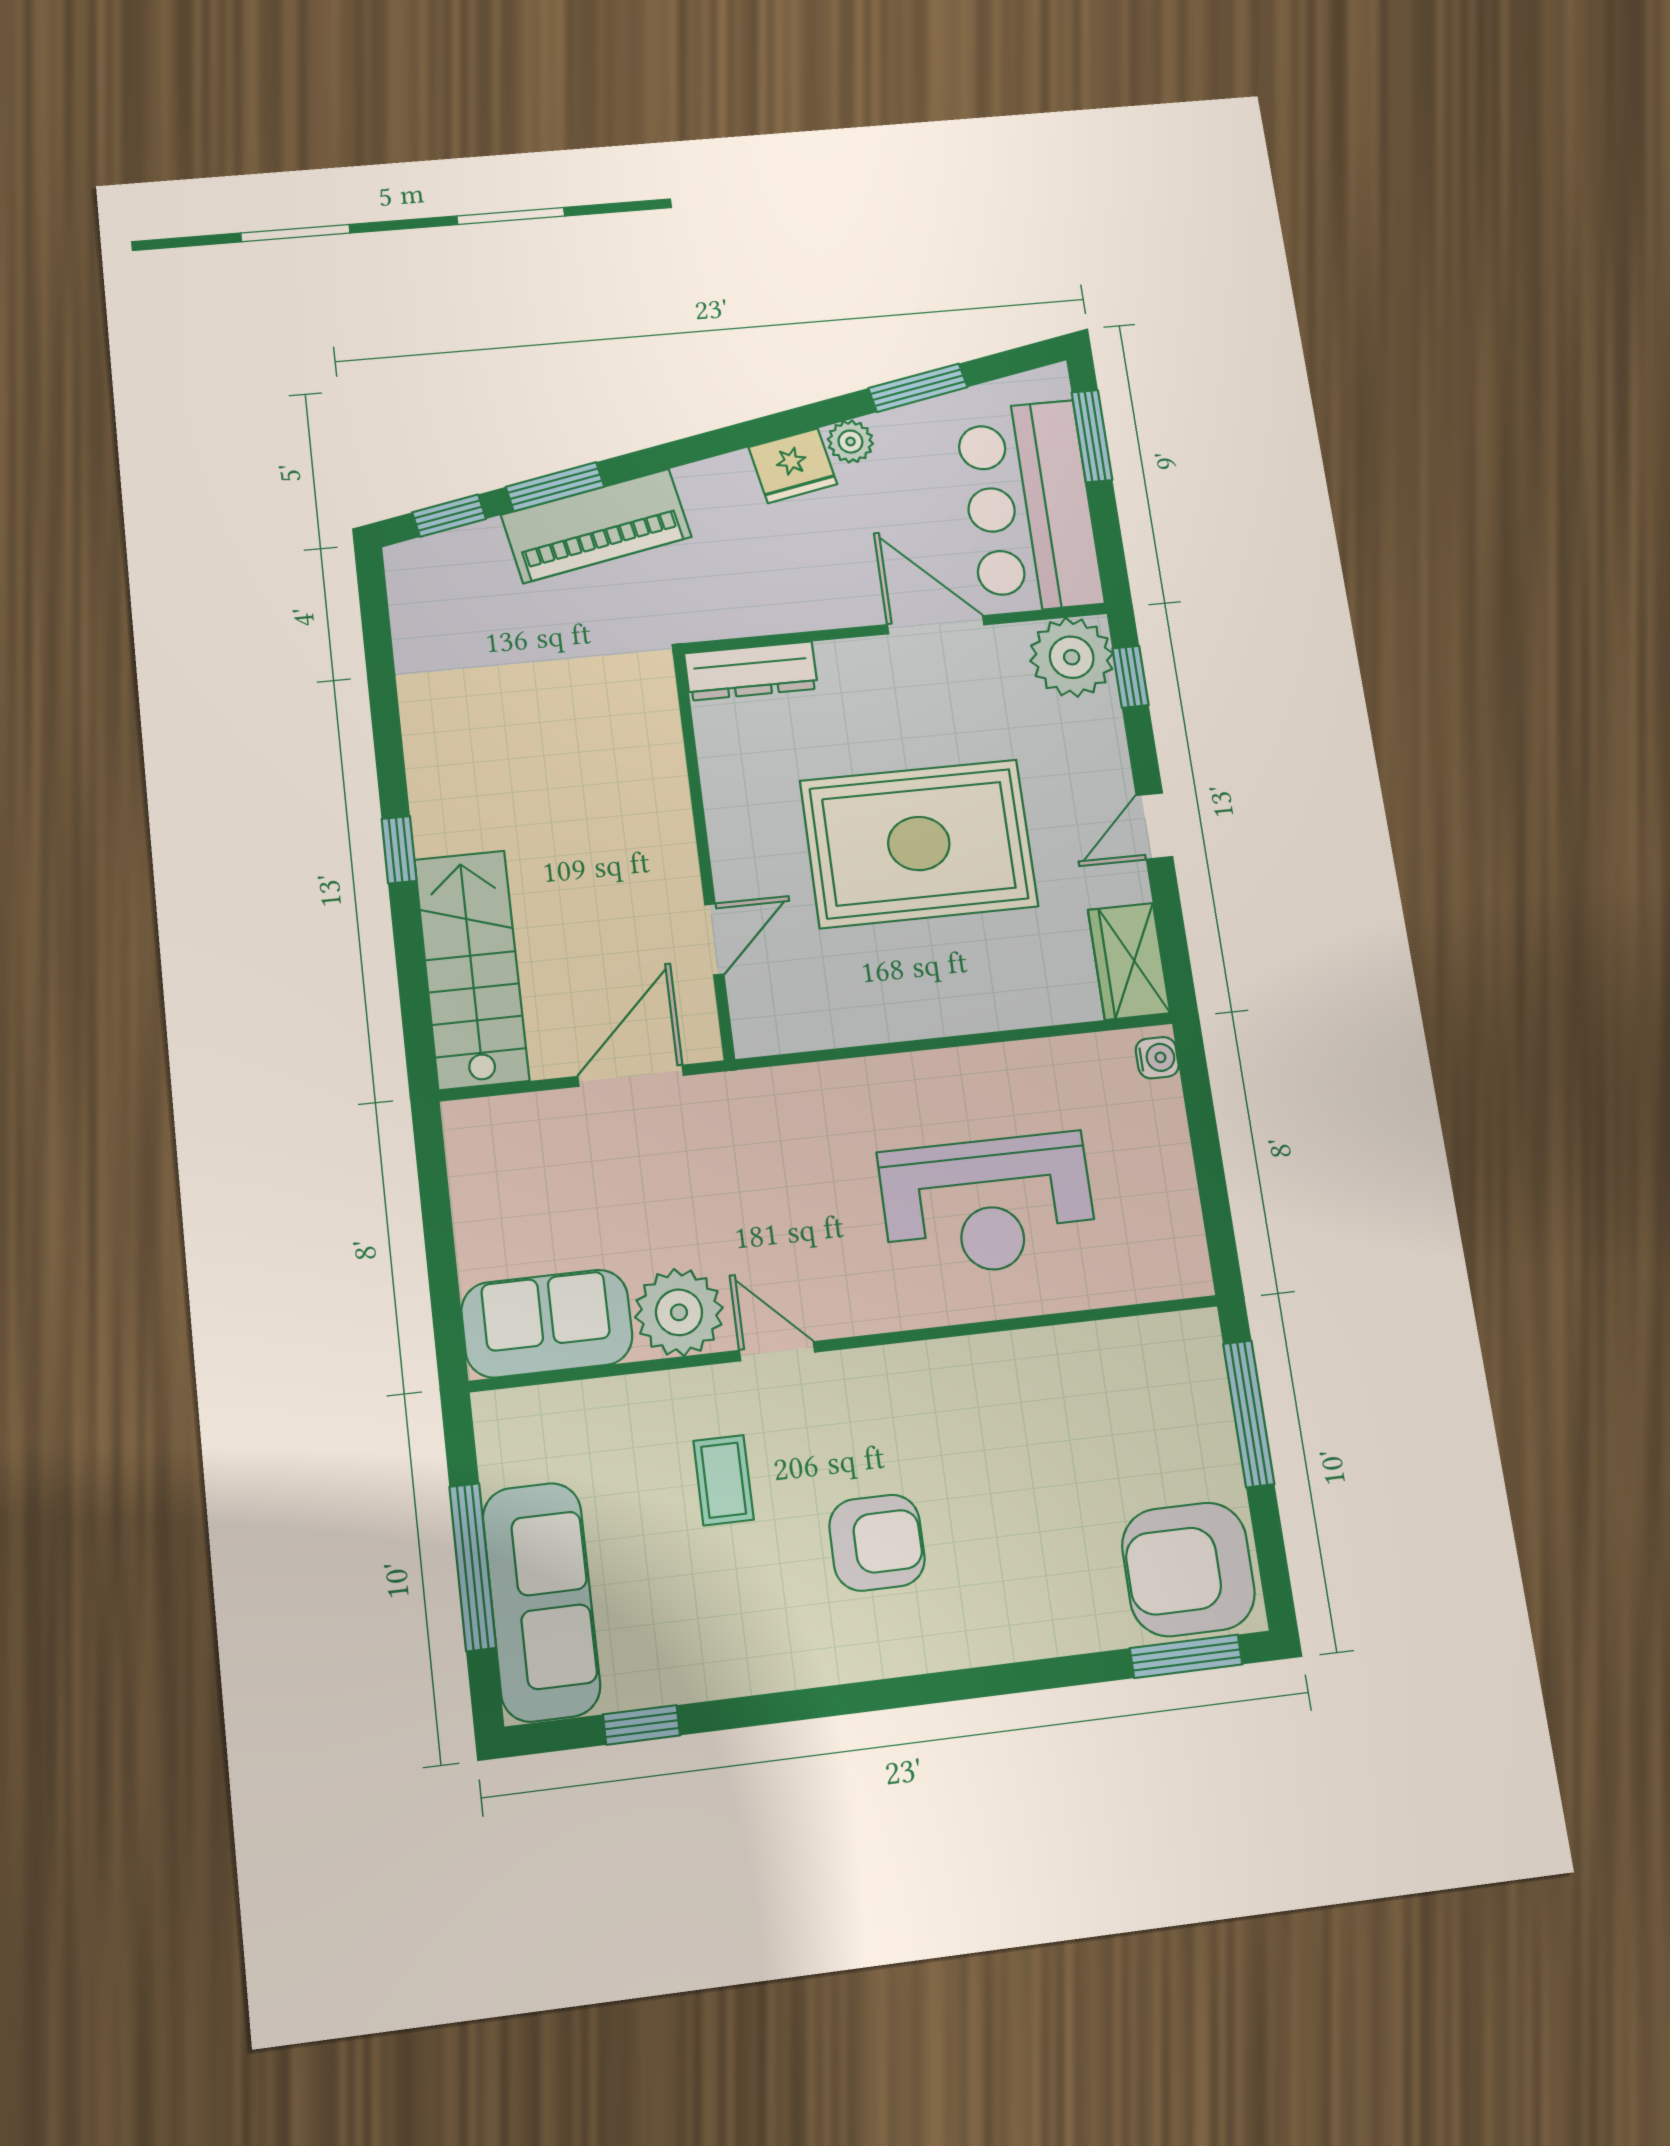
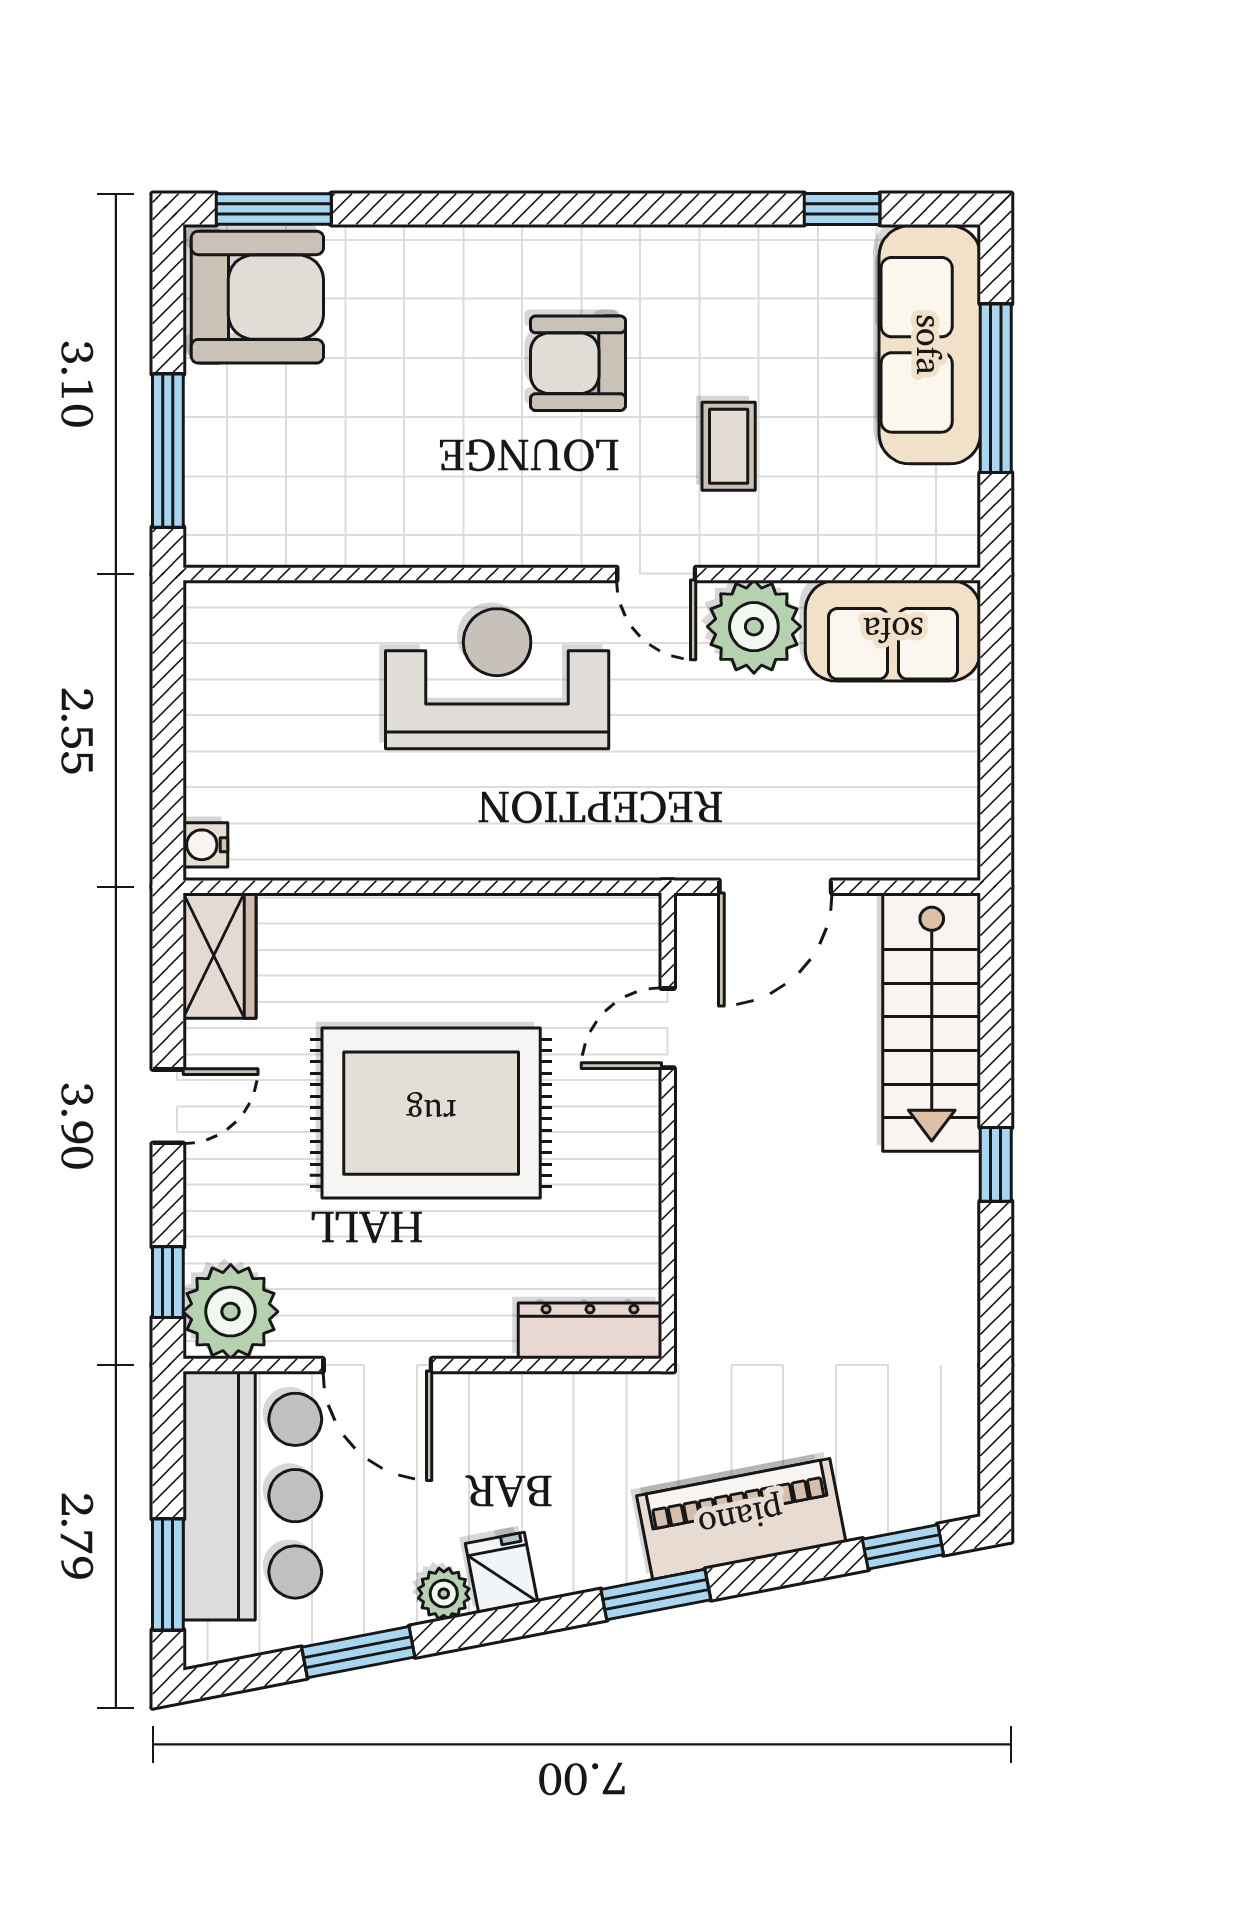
fridge: (793, 466) -> (501, 1573), width x0.72
window: (555, 487) -> (656, 1595), moved
reception desk: (988, 1205) -> (497, 679), moved

